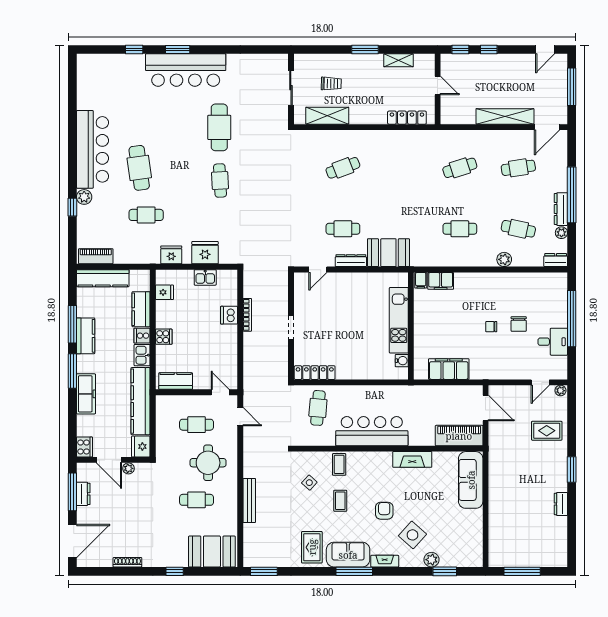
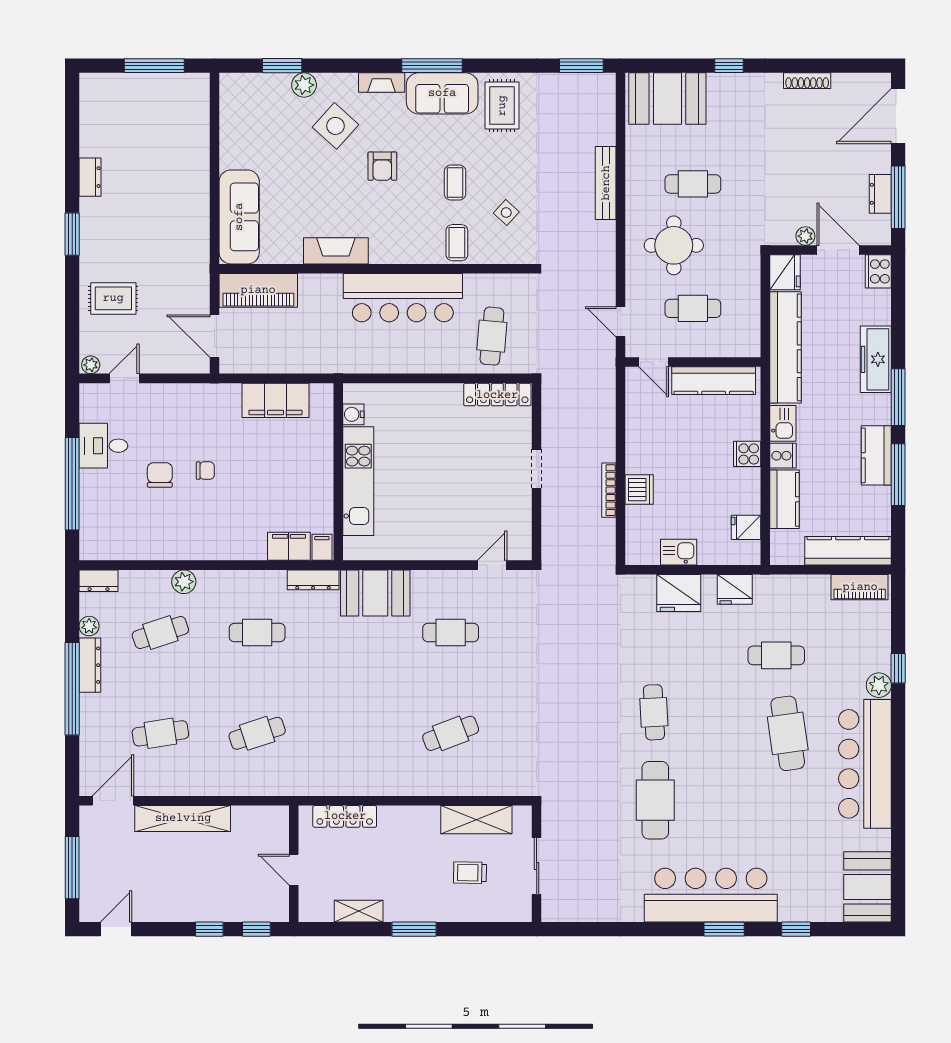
booth: (91, 75) -> (868, 887), added
cafe table: (518, 229) -> (160, 633), turned -30
dresser: (351, 261) -> (313, 580), moved
kitchen counter: (176, 381) -> (714, 381), width x1.50

